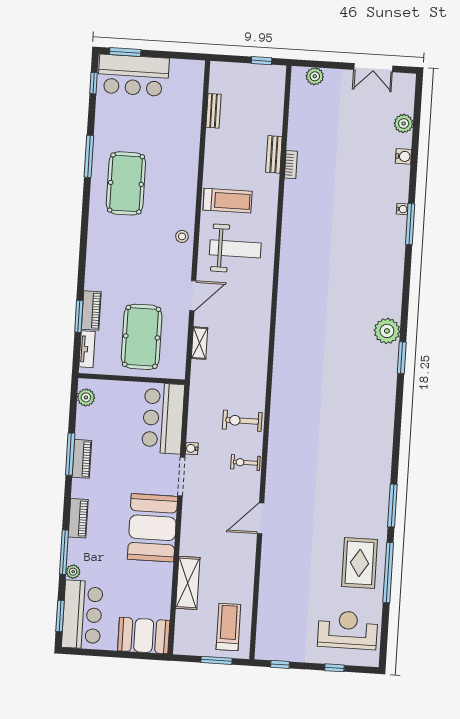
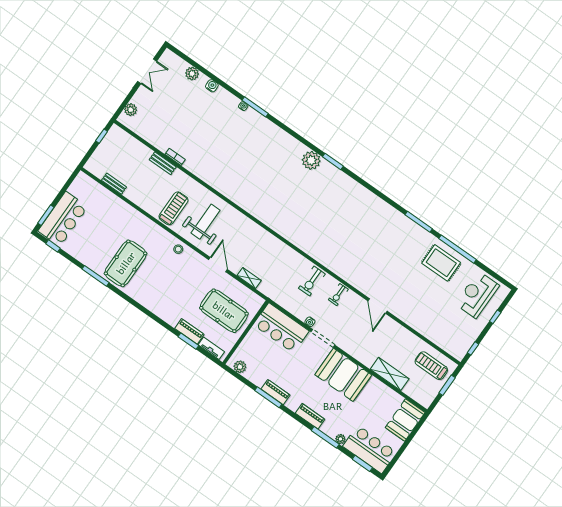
pool table: (126, 183) -> (126, 263), turned 90

